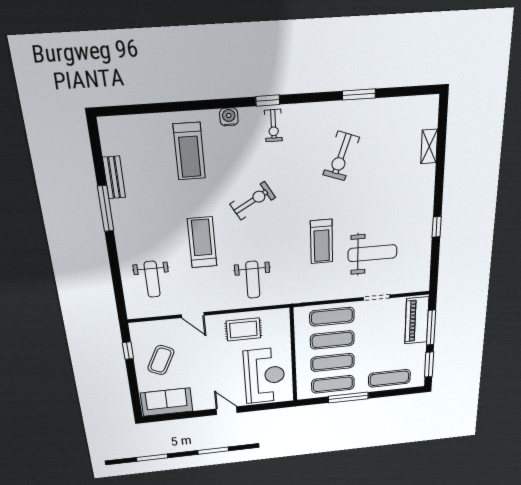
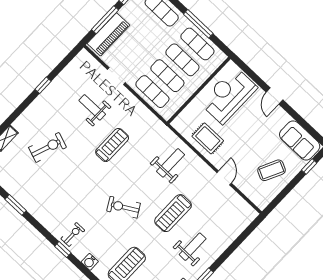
exercise bike: (341, 156) -> (47, 147), moved
weight bench: (372, 253) -> (92, 107), width x0.73, depth x0.75
weight bench: (152, 279) -> (193, 247), moved
window: (128, 351) -> (309, 167), moved

